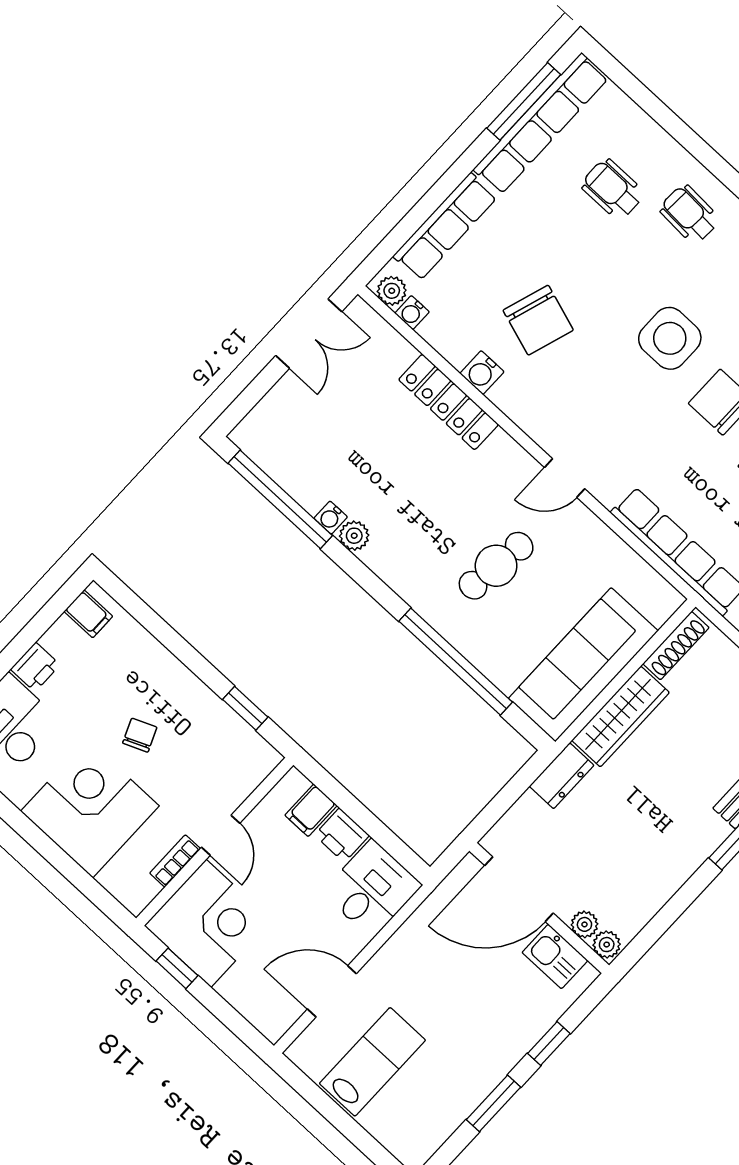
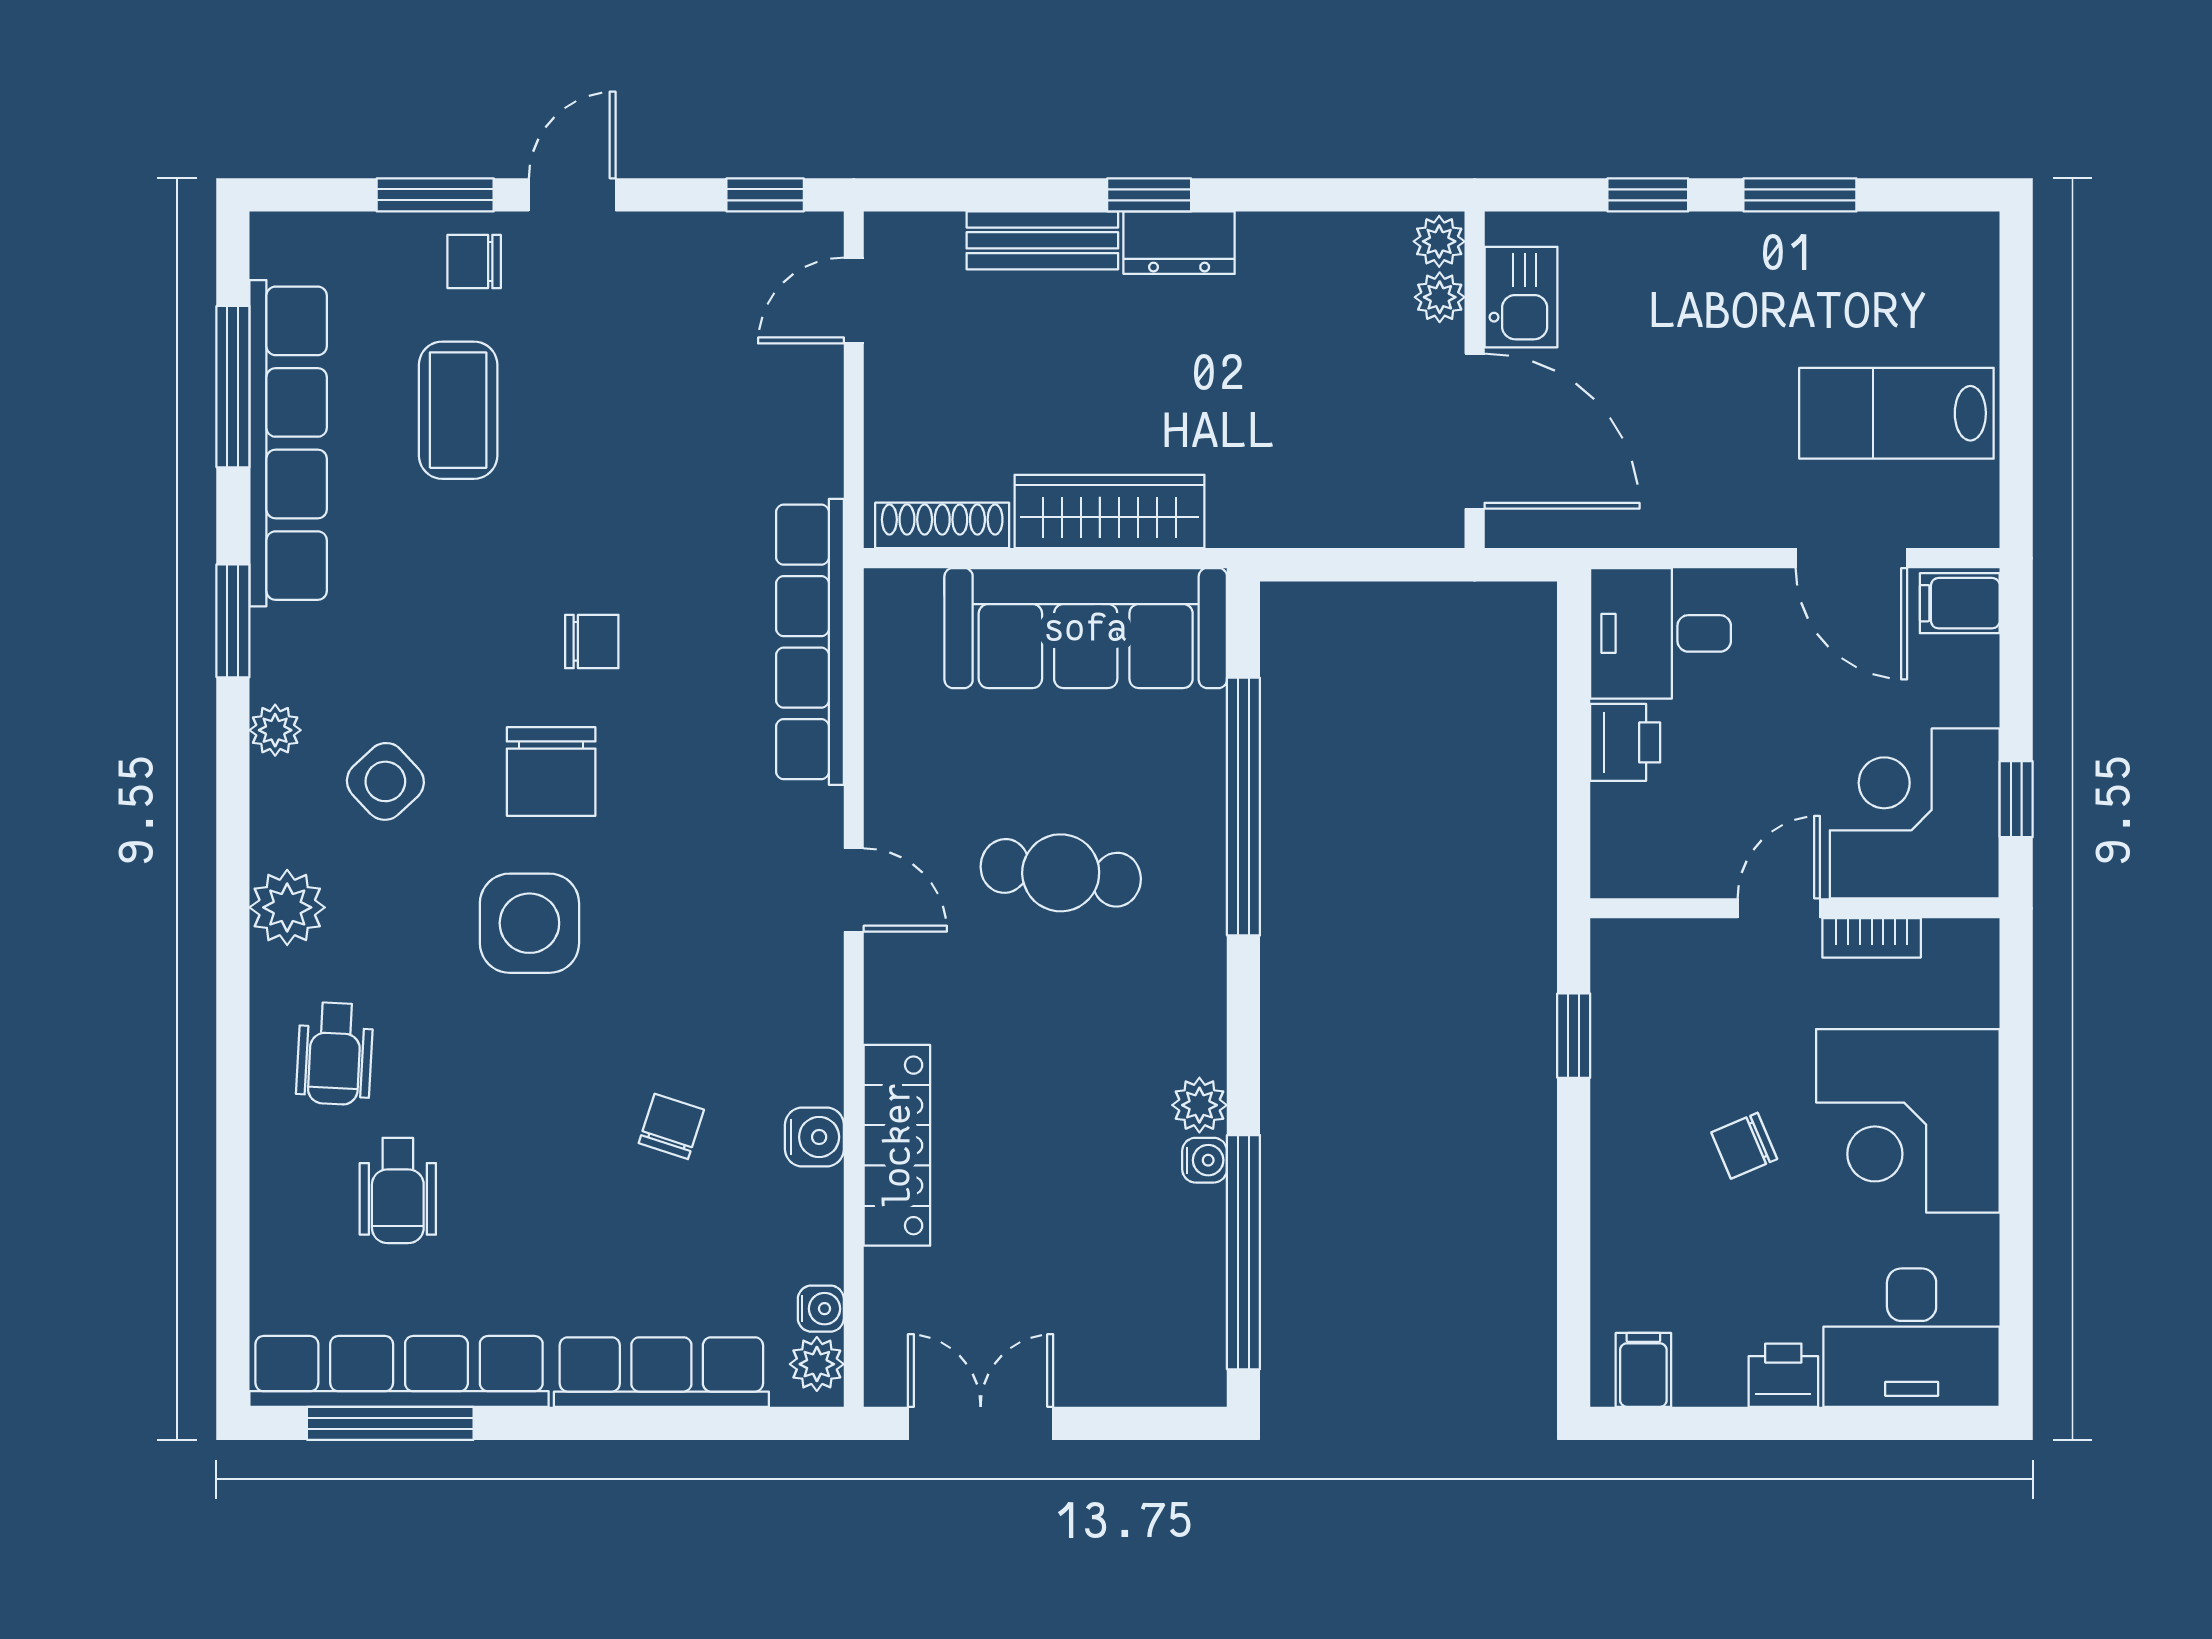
chair: (538, 320) -> (671, 1126), width x0.54, depth x0.54
dresser: (562, 776) -> (1179, 243), moved, turned 180
filing cabinet: (311, 810) -> (1960, 603), moved, turned 180

